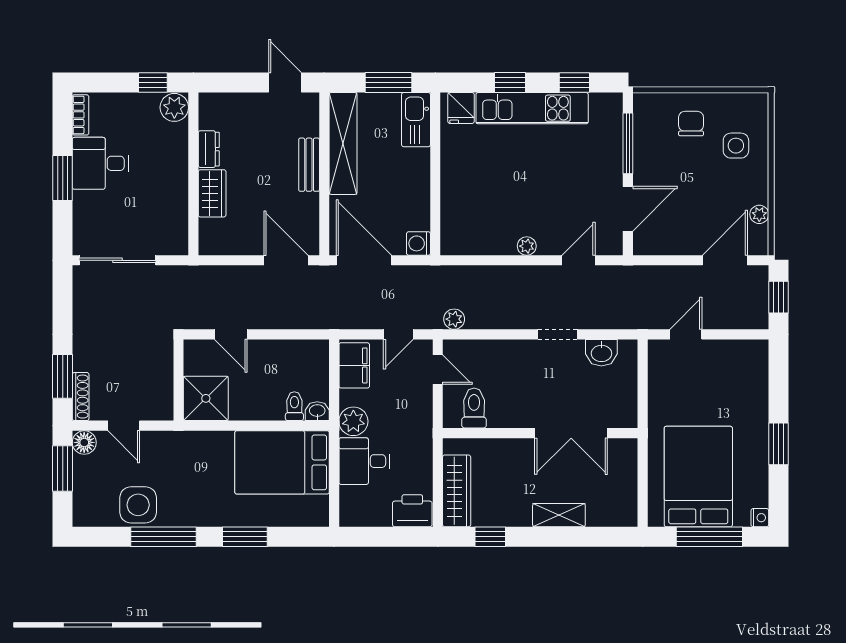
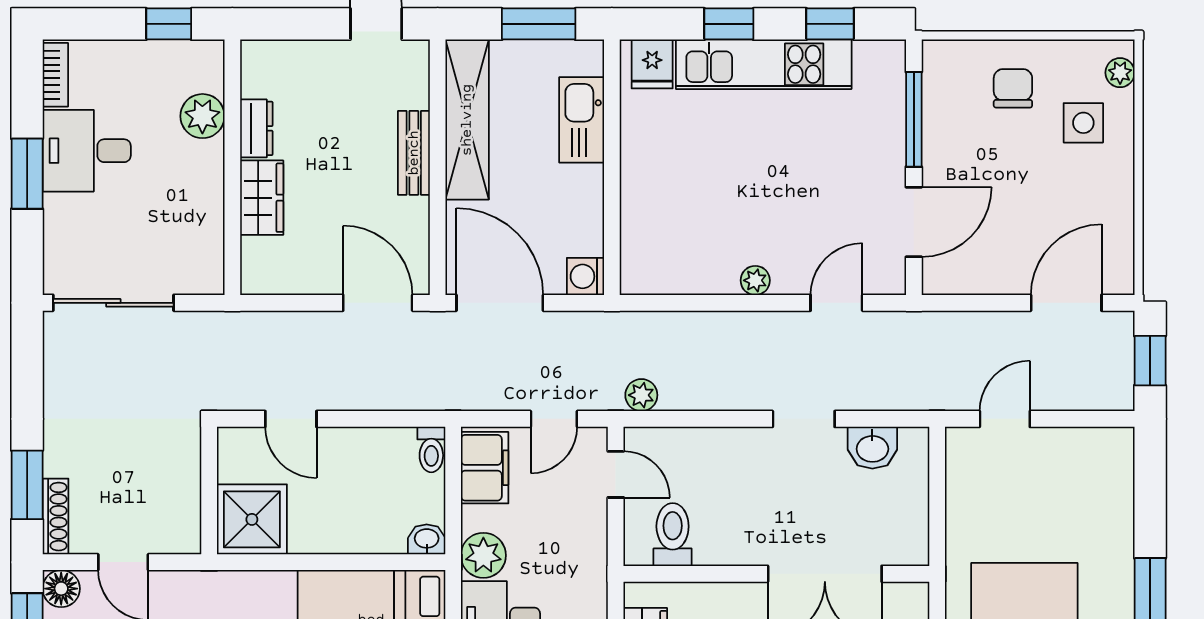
plant: (174, 107) -> (202, 116), moved
kitchen sink: (416, 120) -> (582, 120), moved
plant: (759, 214) -> (1120, 73), moved
toilet: (294, 406) -> (431, 449), moved, turned 180

